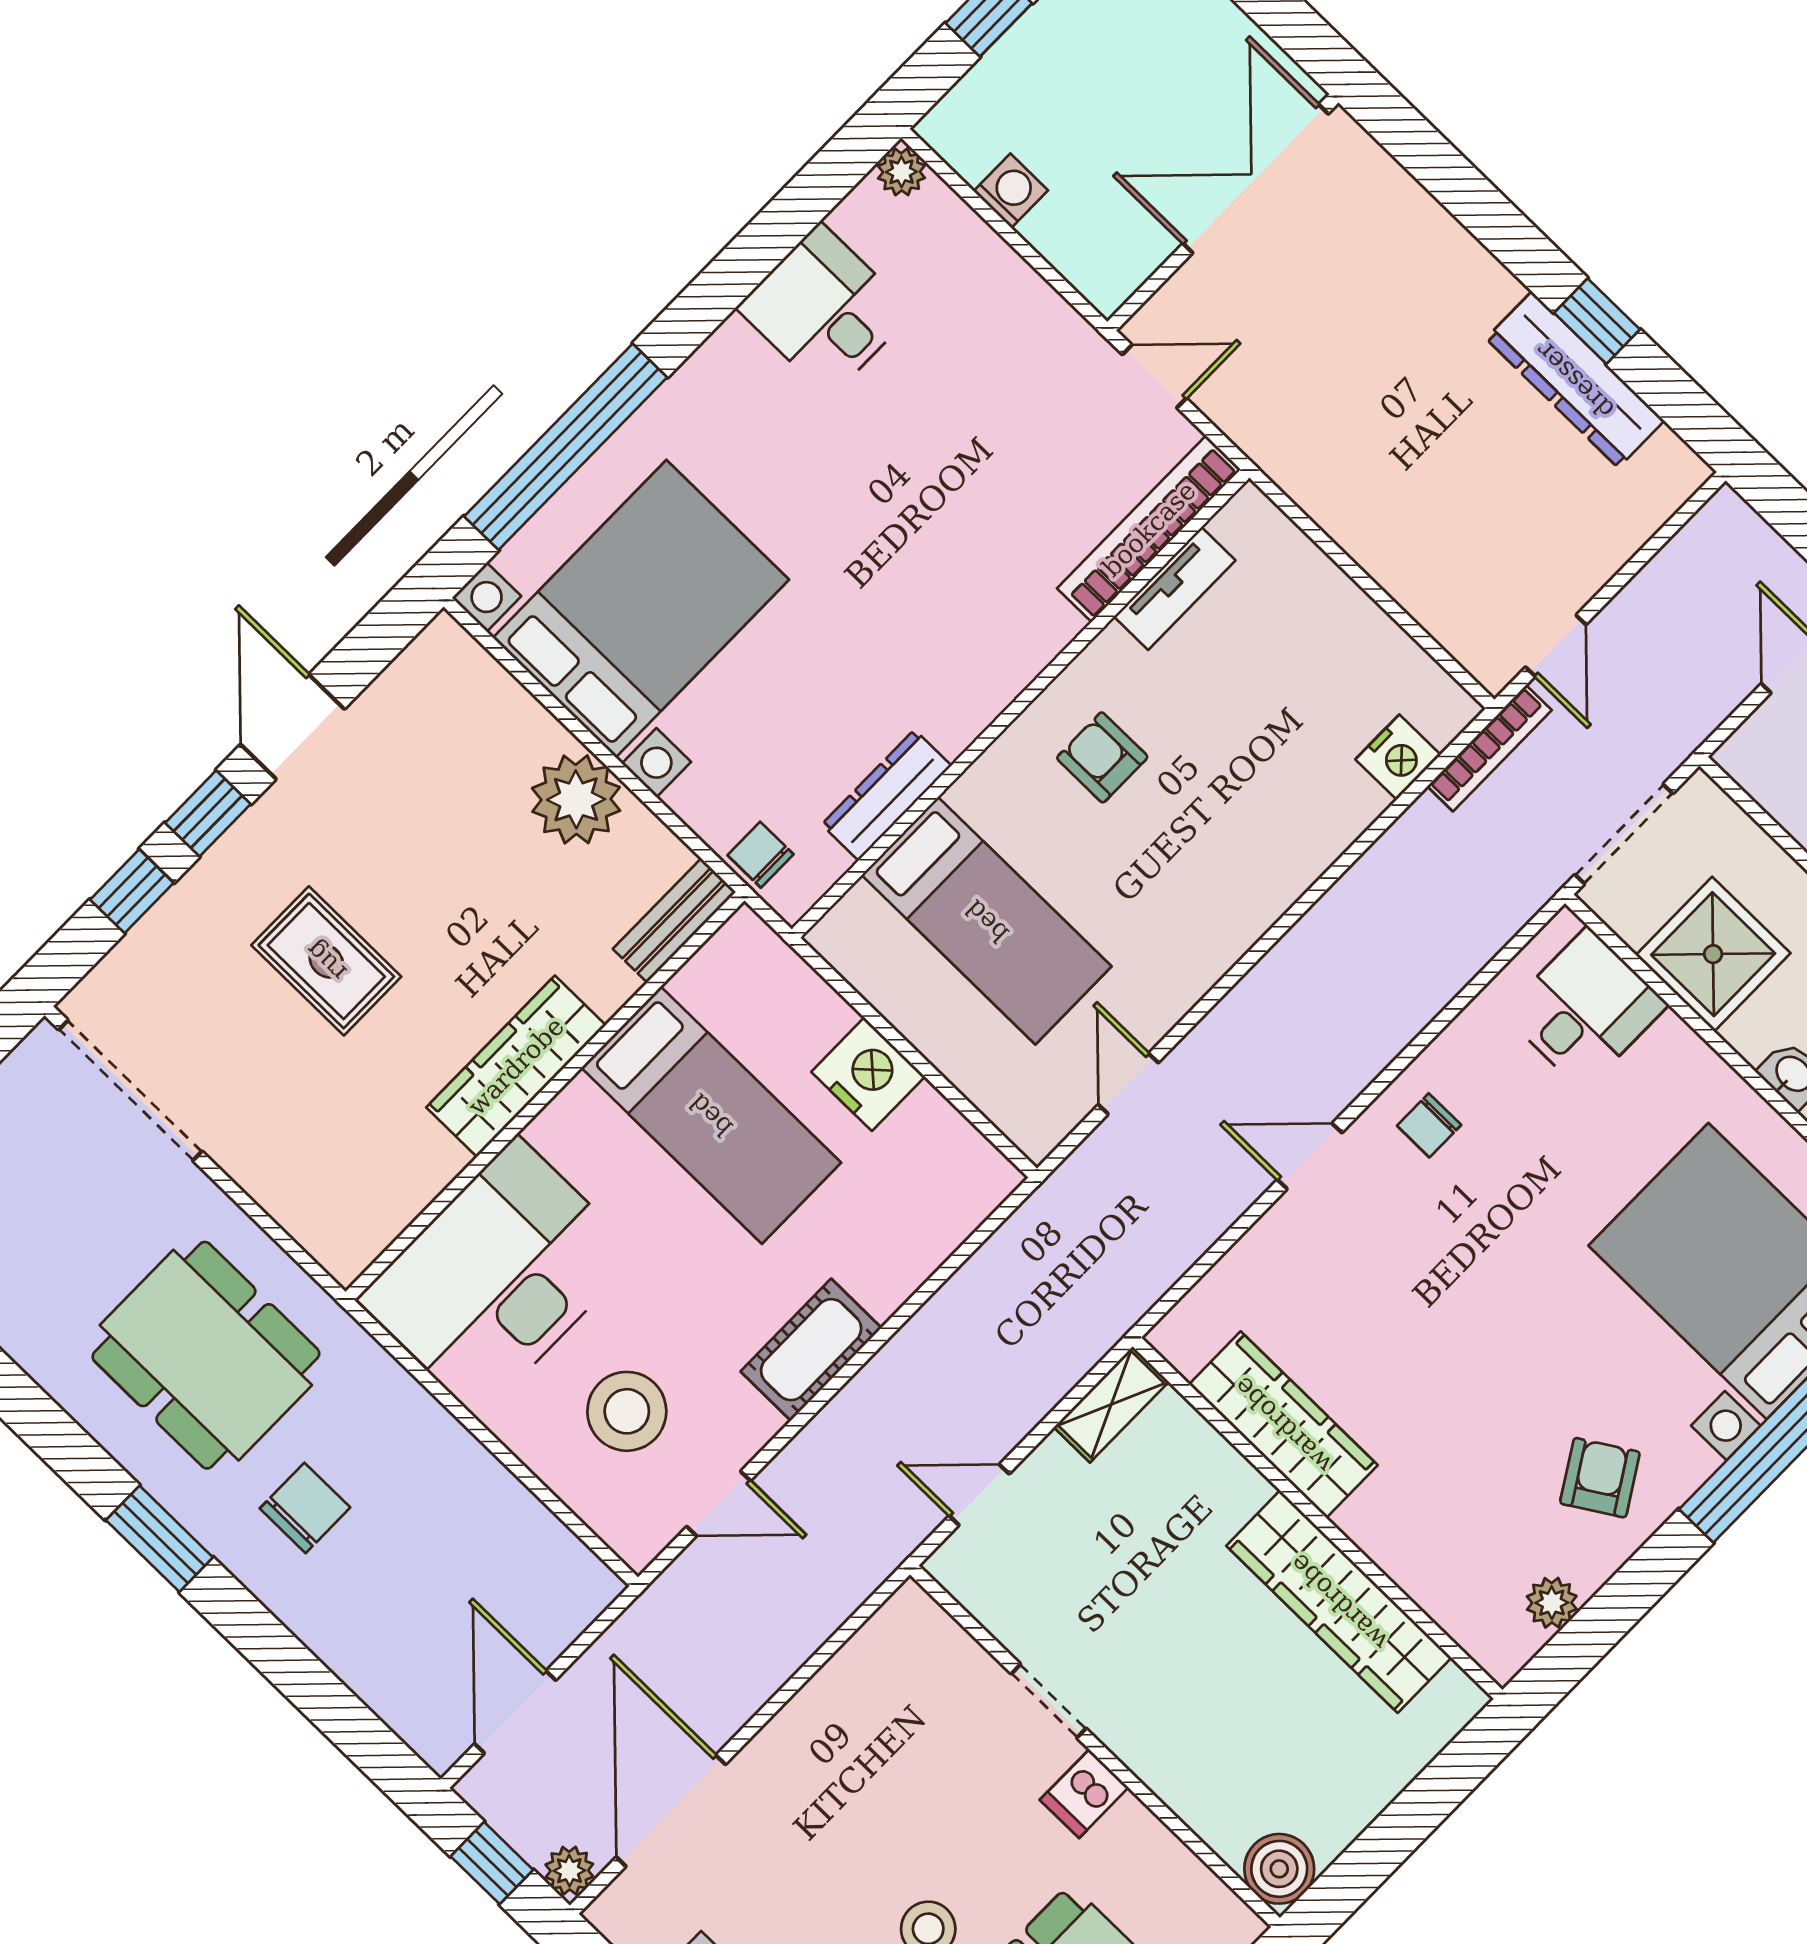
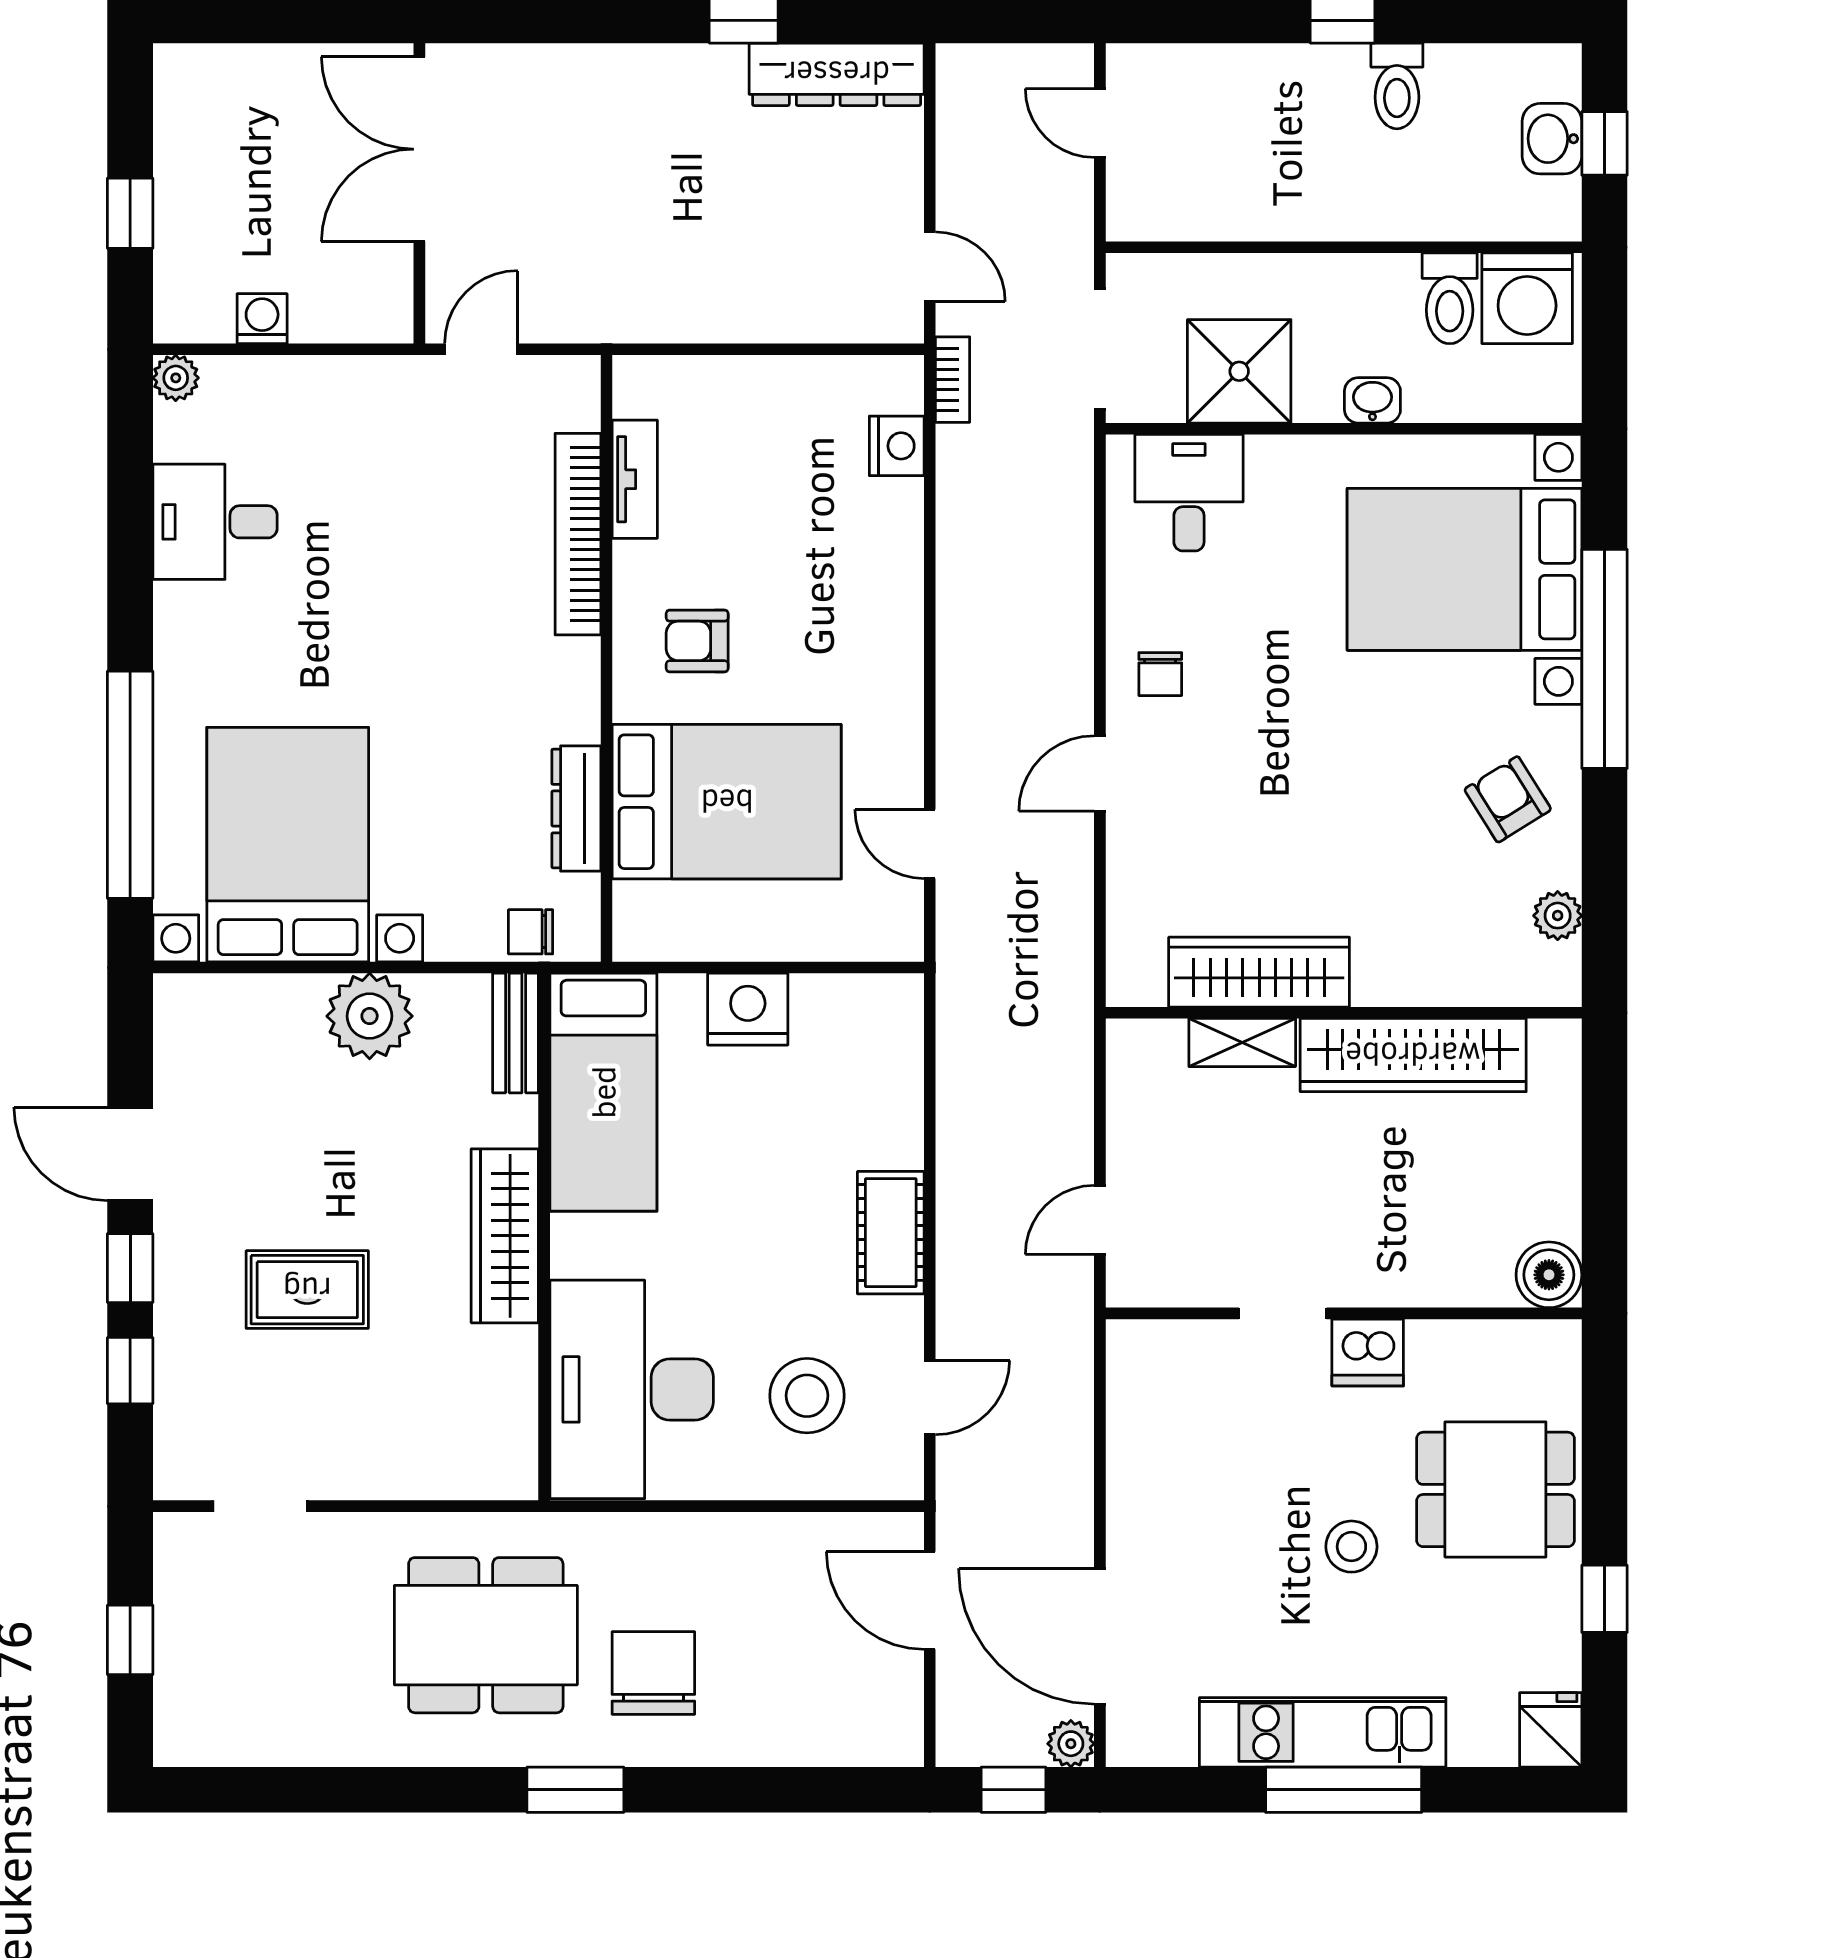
dresser: (1575, 380) -> (837, 74), moved
bookcase: (1149, 529) -> (578, 534), moved
bookcase: (1489, 748) -> (953, 380), width x0.64
bed: (987, 921) -> (727, 802), width x1.50
doorway: (130, 1090) -> (260, 1506), width x0.53
bed: (711, 1115) -> (603, 1092), moved, turned 90
shelving: (1111, 1404) -> (1242, 1043), moved, turned 90
chair: (305, 1508) -> (653, 1673), width x1.37, depth x1.37
door: (515, 1712) -> (930, 1601), moved
dishwasher: (1084, 1794) -> (1368, 1352), width x1.38

